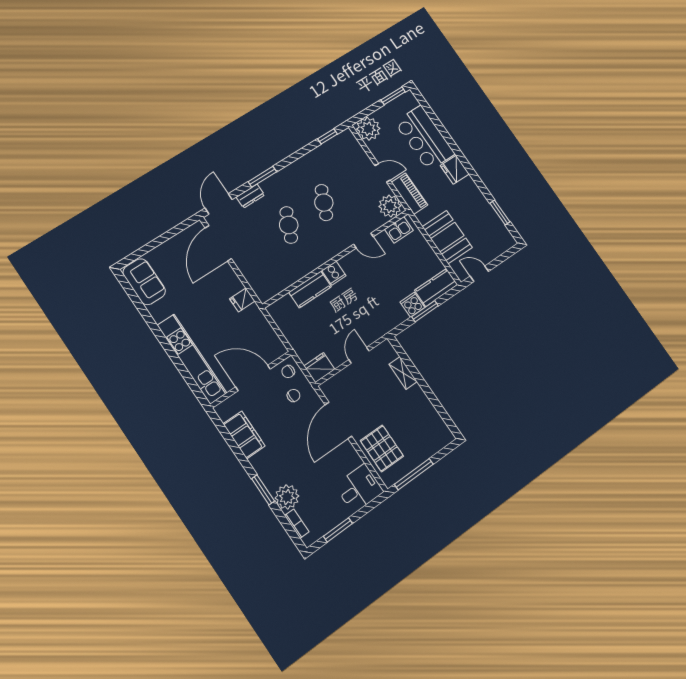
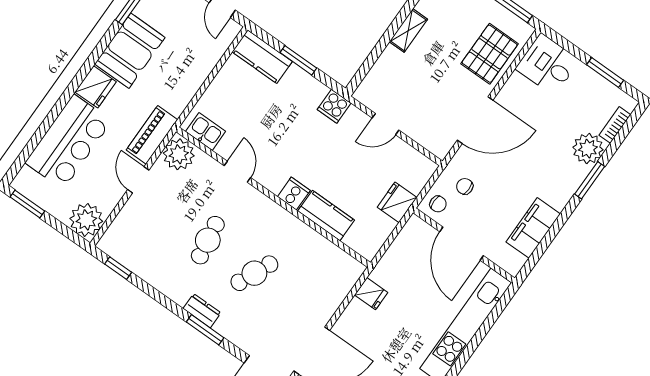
dresser: (250, 196) -> (202, 311), moved
cafe table: (324, 203) -> (208, 240), turned -33
booth: (447, 237) -> (130, 51), moved
cooker: (412, 305) -> (334, 106), moved
fridge: (319, 368) -> (397, 202), moved, turned 90
shelving: (403, 373) -> (408, 30), moved

